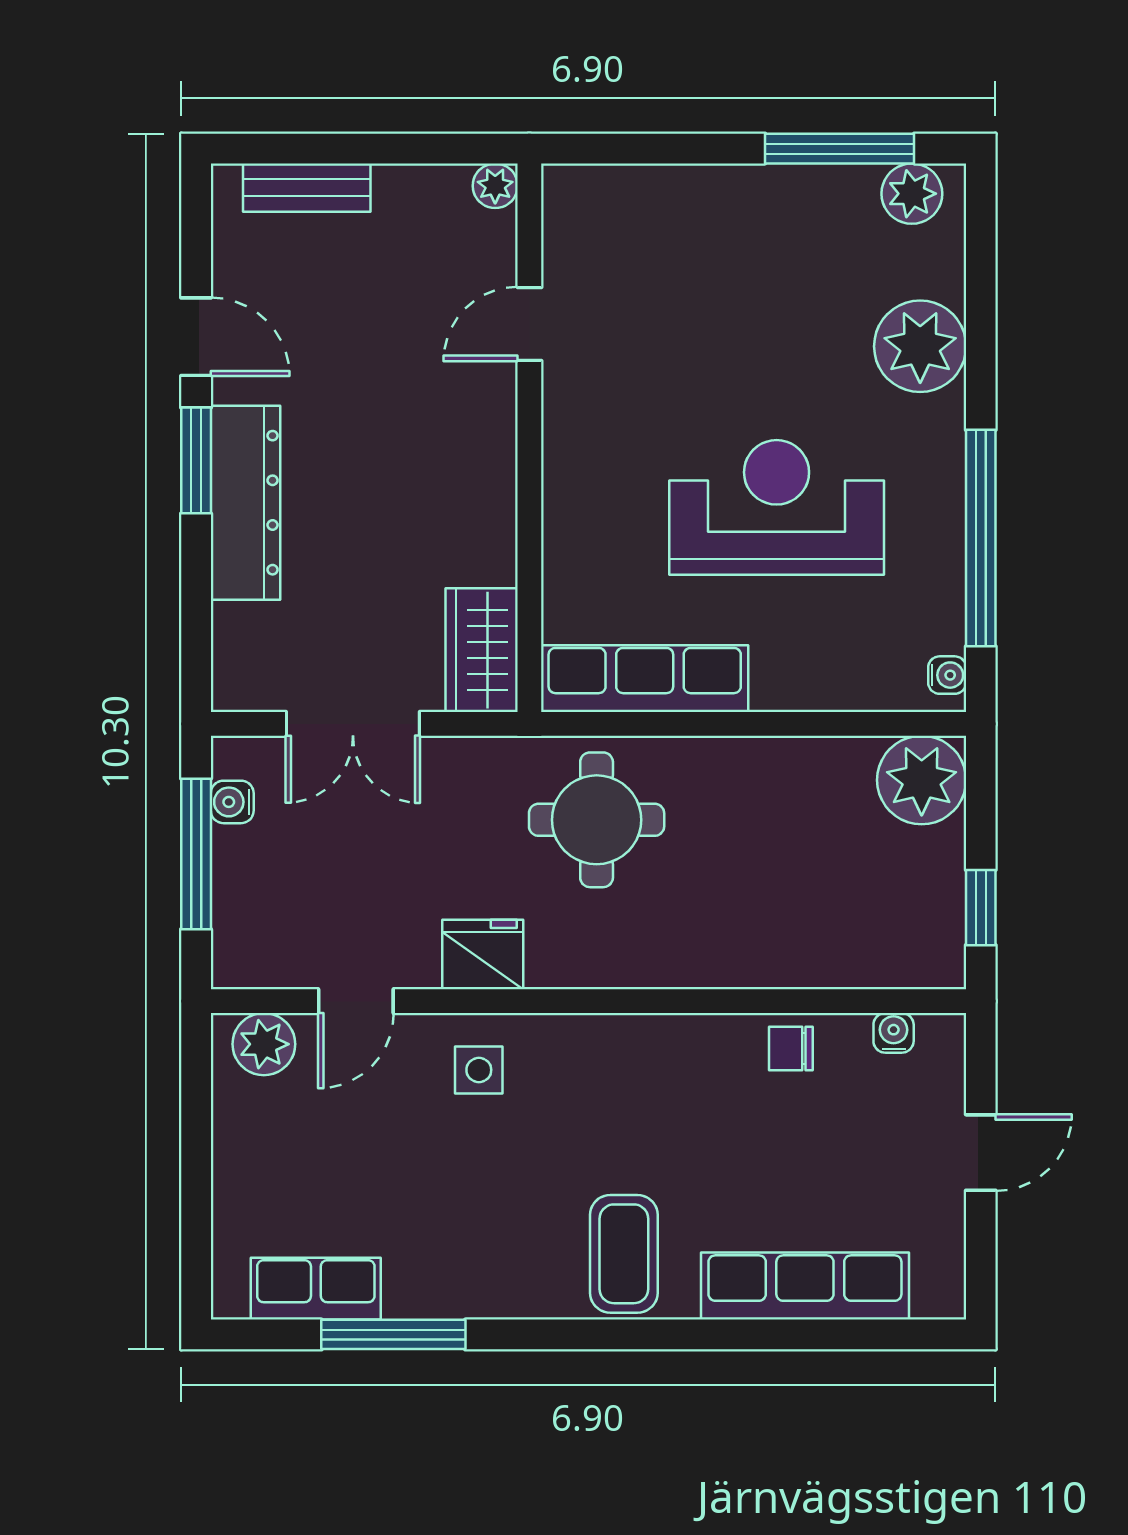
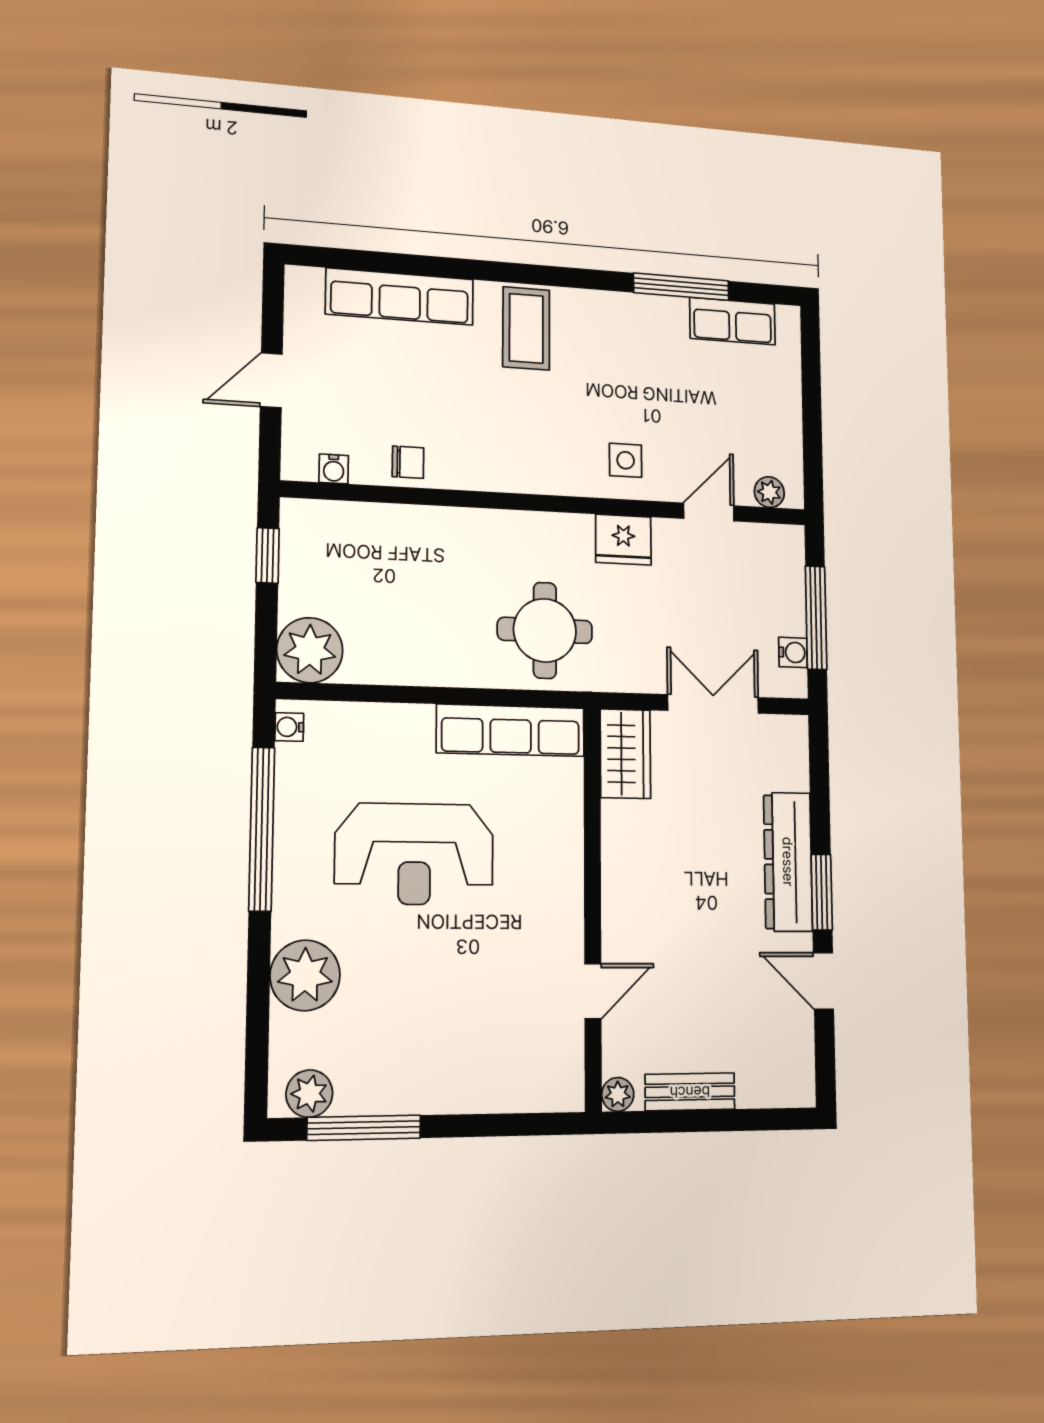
bench: (307, 188) -> (690, 1092), moved
plant: (264, 1044) -> (769, 492), width x0.73, depth x0.73

